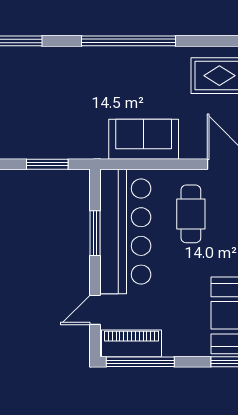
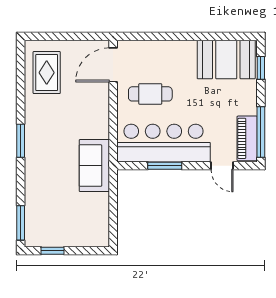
window: (128, 41) -> (21, 141), width x0.47
sofa: (144, 139) -> (94, 166), moved
window: (47, 164) -> (113, 202), removed

